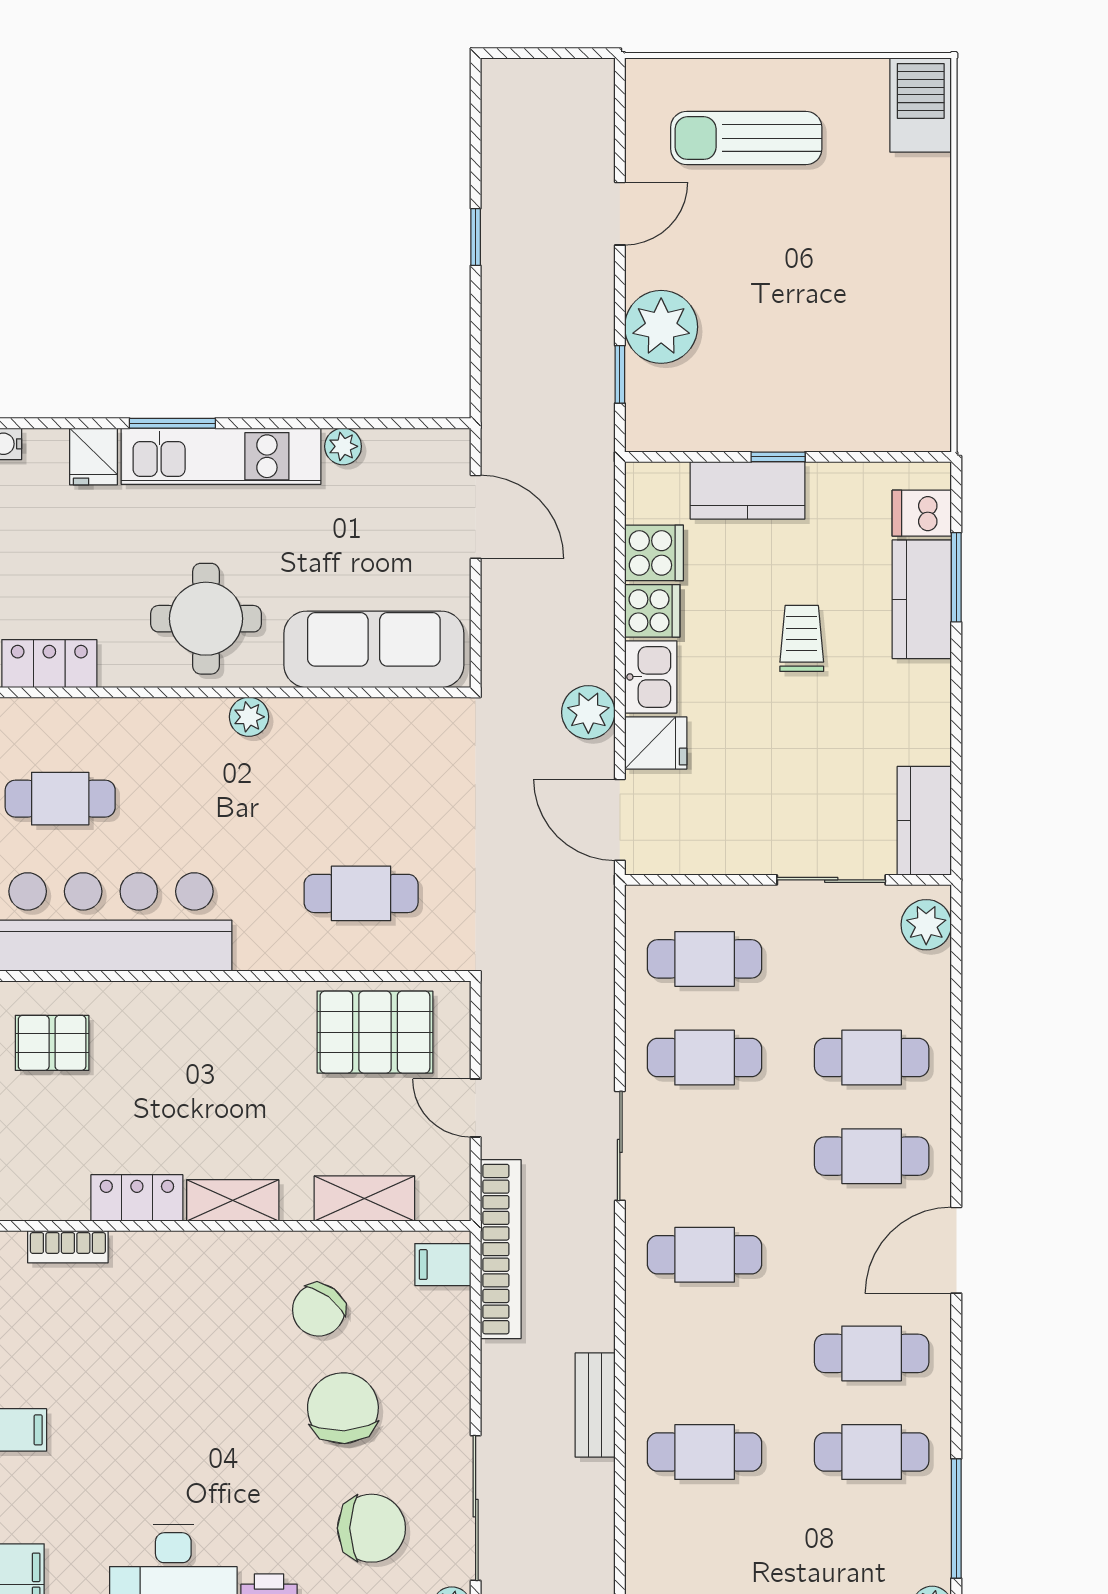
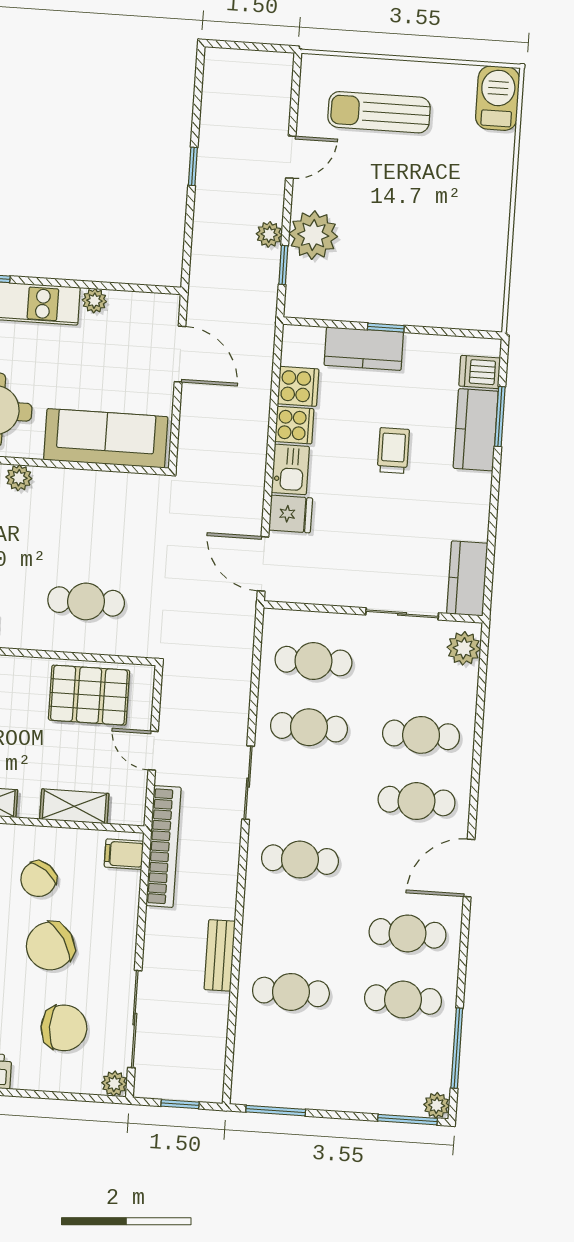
plant: (588, 712) -> (269, 234), moved, width x0.73, depth x0.73
chair: (343, 1408) -> (50, 946), turned -120

